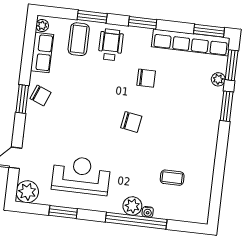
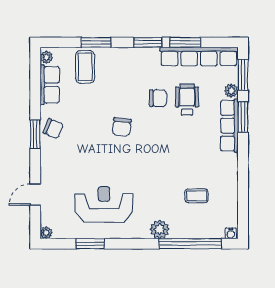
window: (209, 31) -> (185, 42), moved
wheelchair: (111, 45) -> (187, 100), moved
row of seats: (212, 113) -> (229, 126), added
chair: (131, 122) -> (122, 127), moved, turned 87
plant: (27, 192) -> (46, 233), width x0.53, depth x0.53
water cooler: (148, 212) -> (231, 233), moved
window: (136, 221) -> (190, 244), moved

